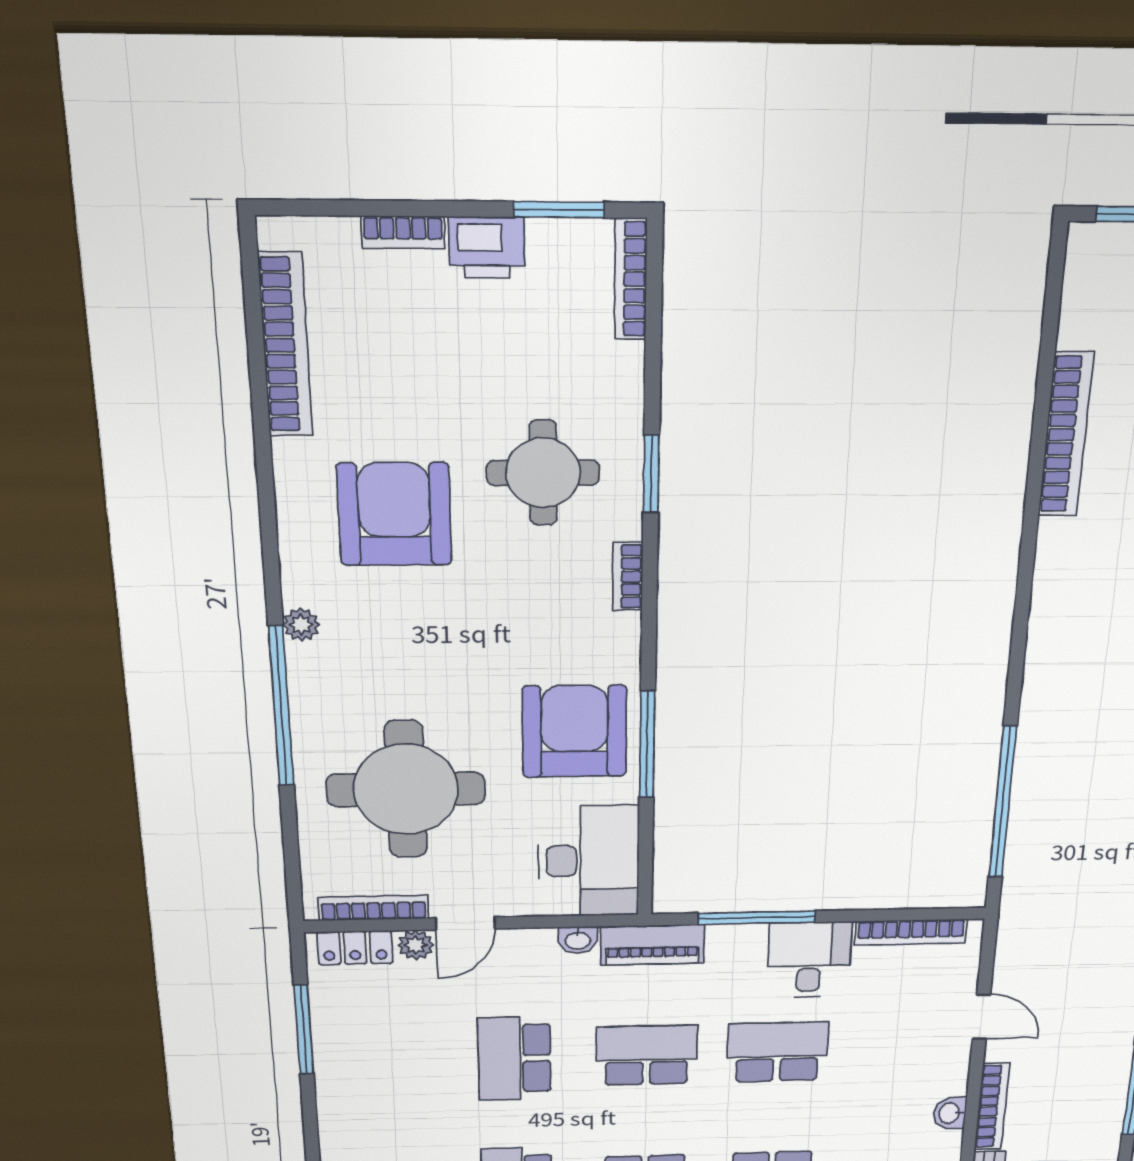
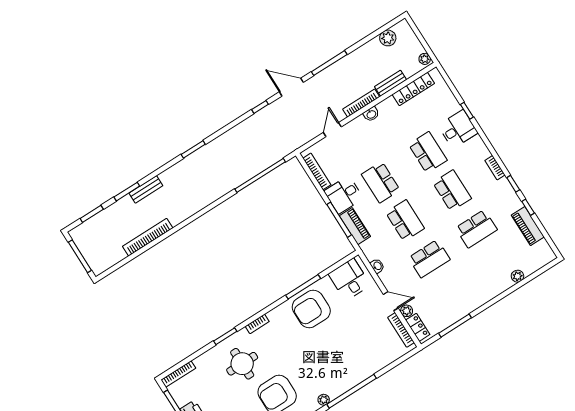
round table: (406, 789) -> (357, 343), removed
desk: (589, 861) -> (349, 279), width x0.73
piano: (653, 945) -> (355, 226), moved
school desk: (647, 1055) -> (405, 220), turned 180

